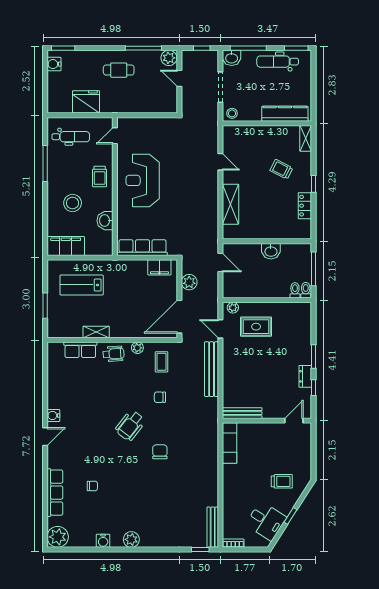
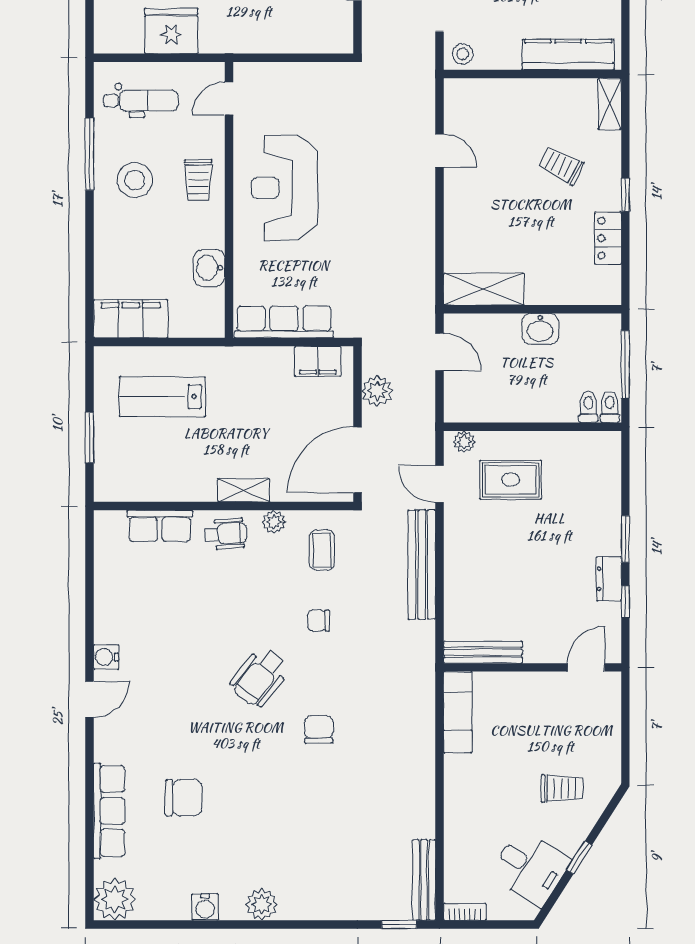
stool: (73, 203) -> (135, 180), moved
shelving: (231, 204) -> (484, 289), moved, turned 90
shelving: (96, 332) -> (244, 490), moved
chair: (92, 486) -> (184, 798), width x1.87, depth x1.87

